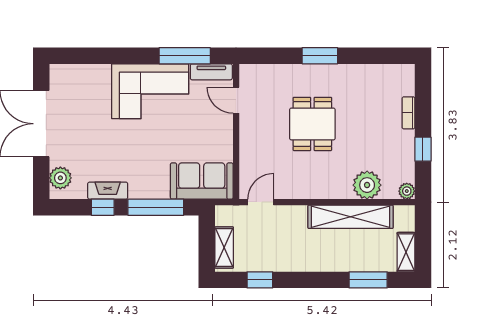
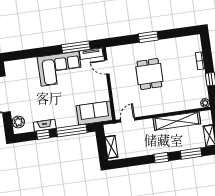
plant: (367, 185) -> (183, 103), removed
window: (260, 280) -> (161, 158), moved

